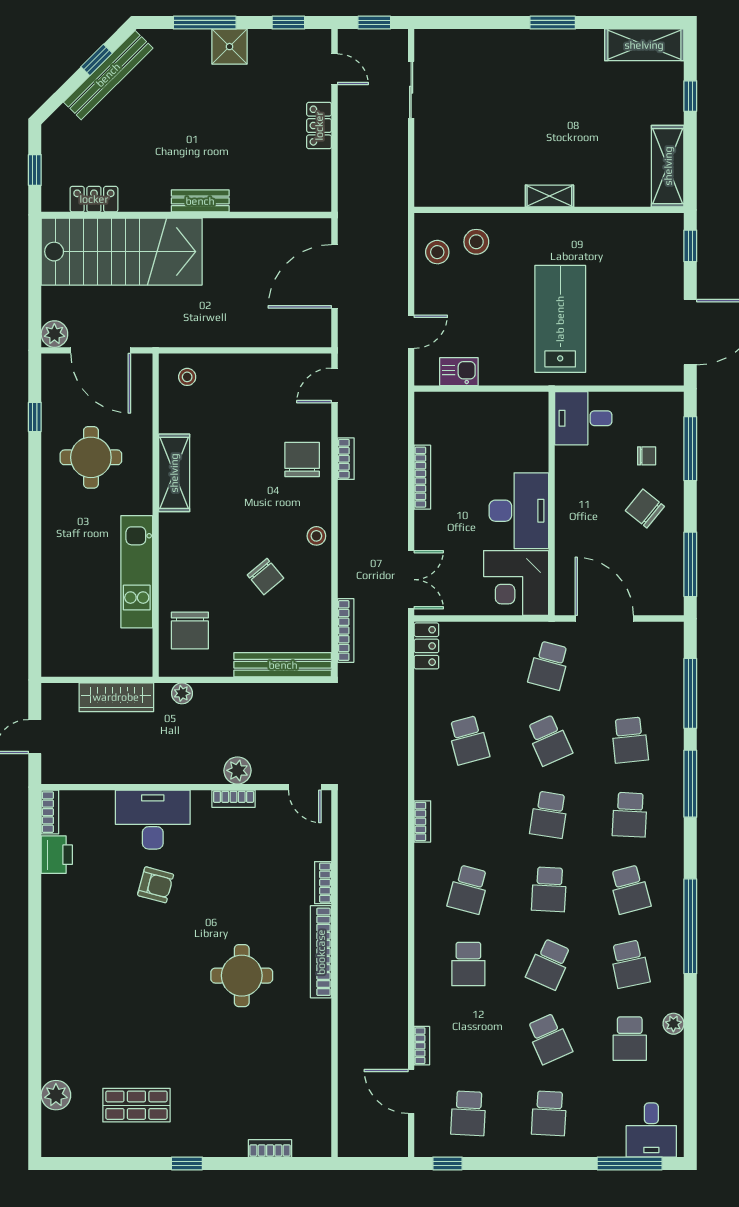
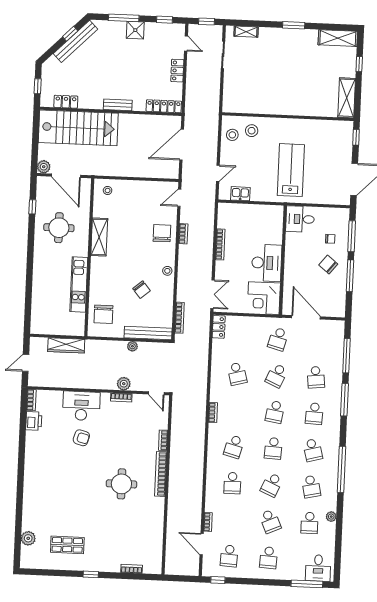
shelving: (549, 196) -> (246, 32), moved
locker: (295, 200) -> (164, 106), added
window: (690, 564) -> (350, 276), moved
plant: (182, 693) -> (132, 346), moved
school desk: (549, 740) -> (277, 375), turned 48

